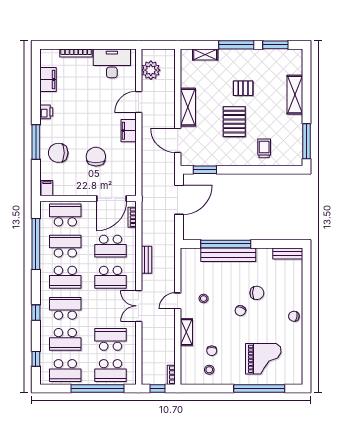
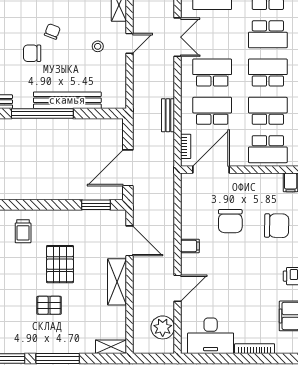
shelving: (205, 54) -> (111, 347), moved
filing cabinet: (129, 131) -> (190, 246), width x0.50
window: (226, 244) -> (42, 113), moved
school desk: (65, 246) -> (268, 111), turned 180
bench: (146, 260) -> (168, 115), moved

